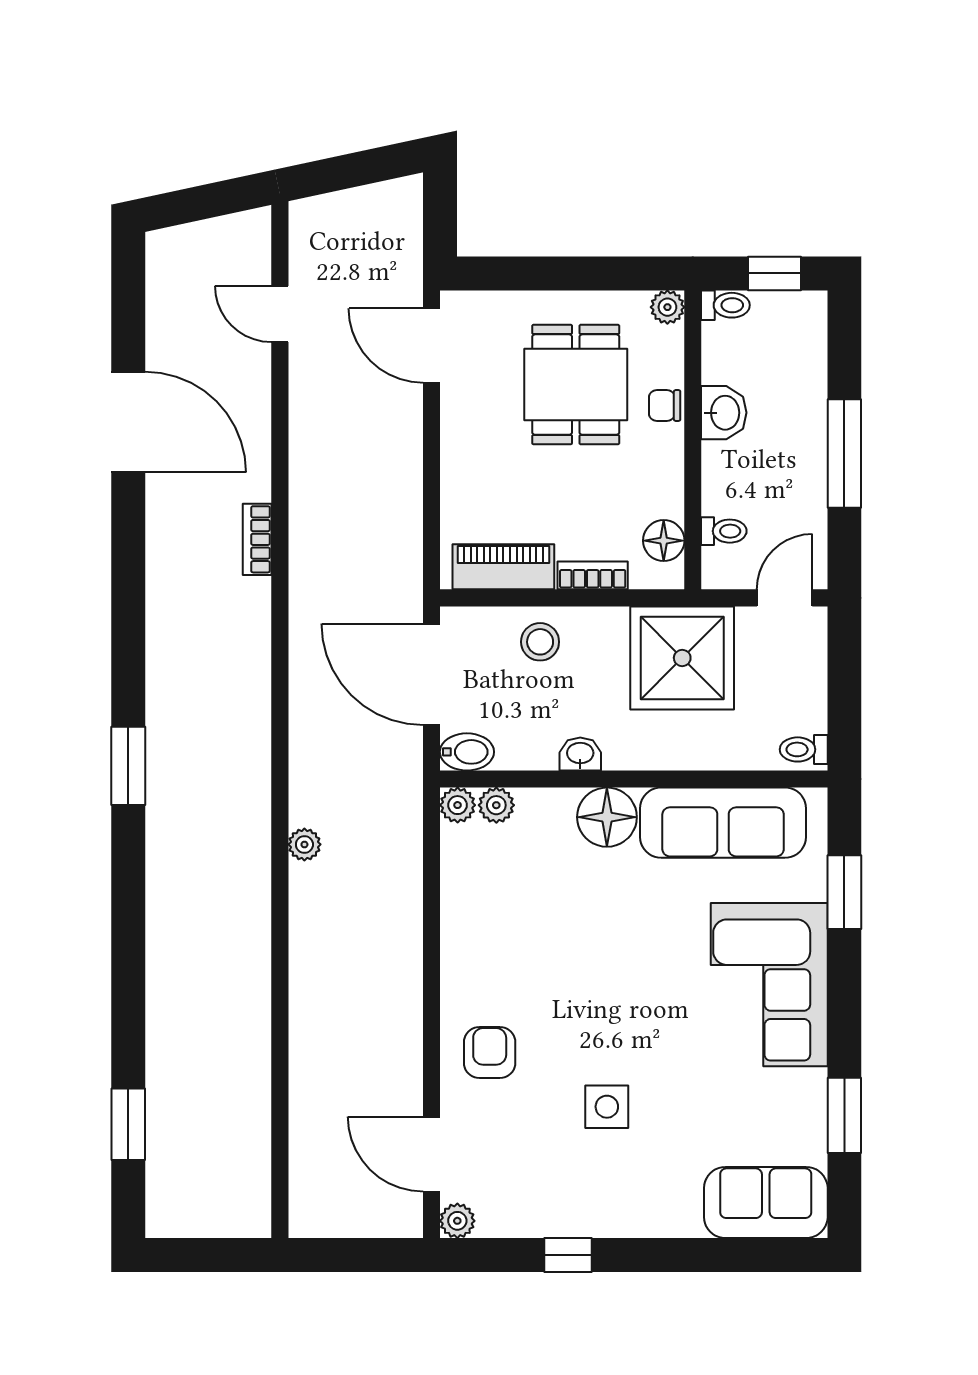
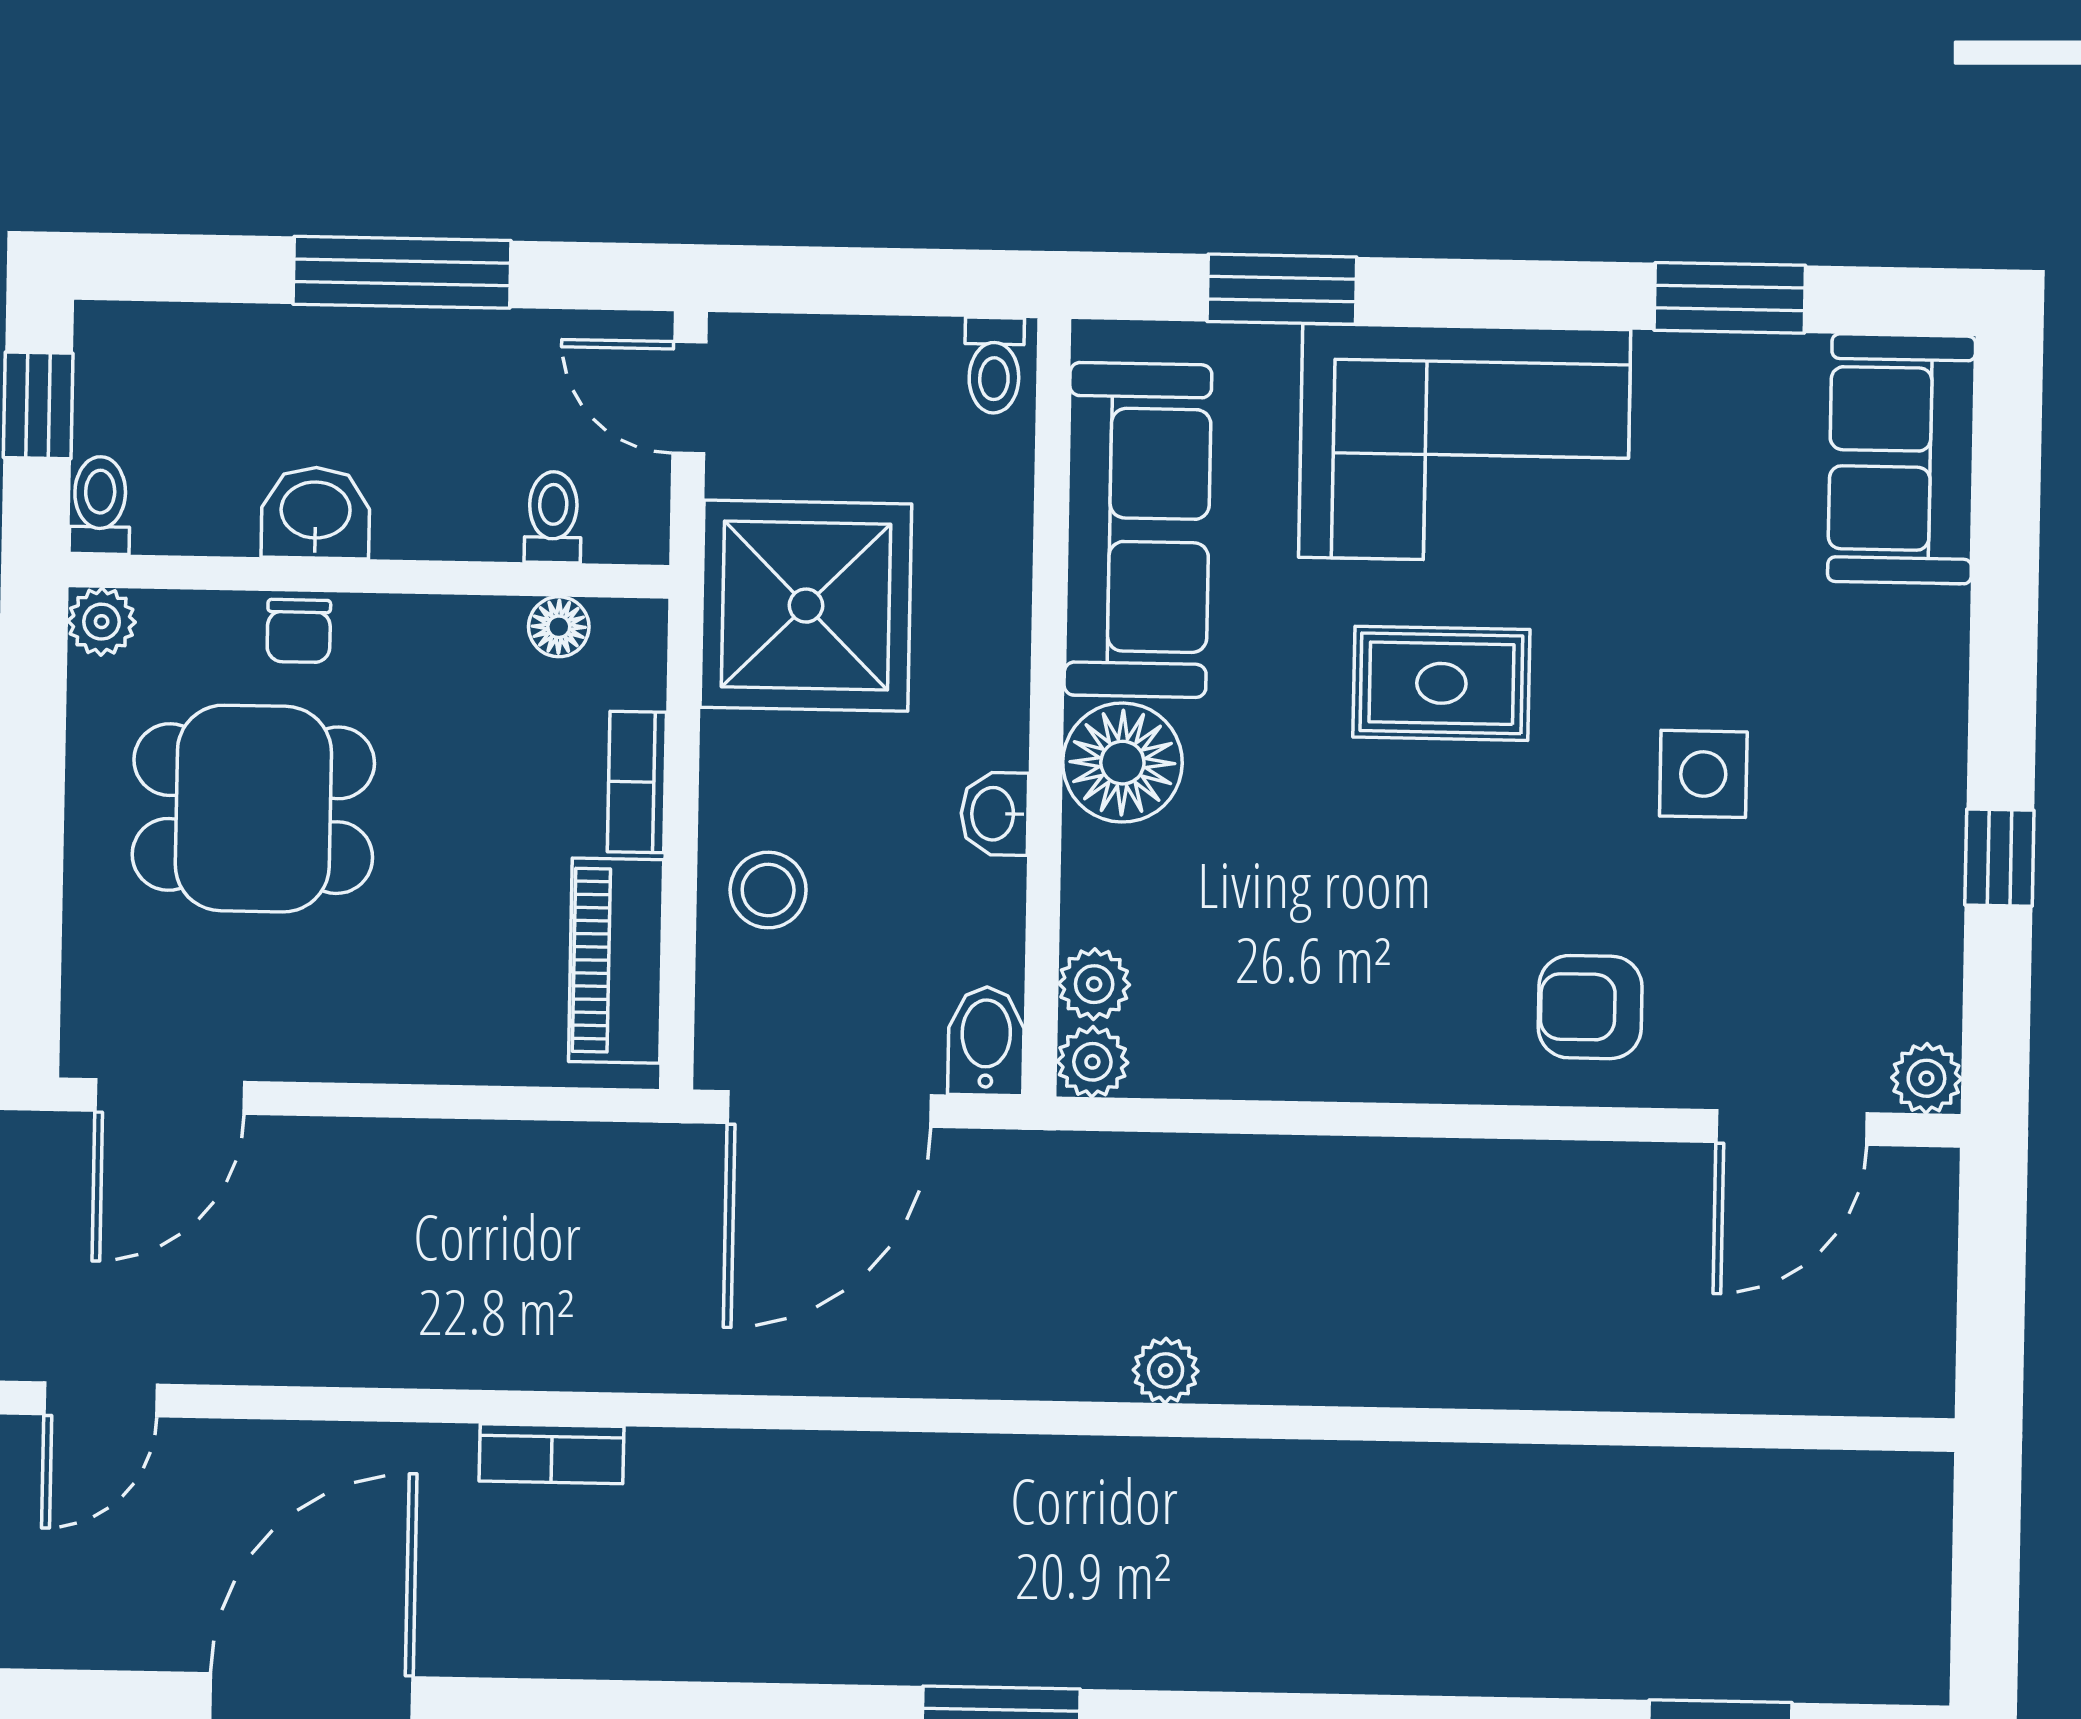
floor lamp: (664, 541) -> (559, 627), width x0.73, depth x0.73
rug: (650, 975) -> (1441, 683), added

